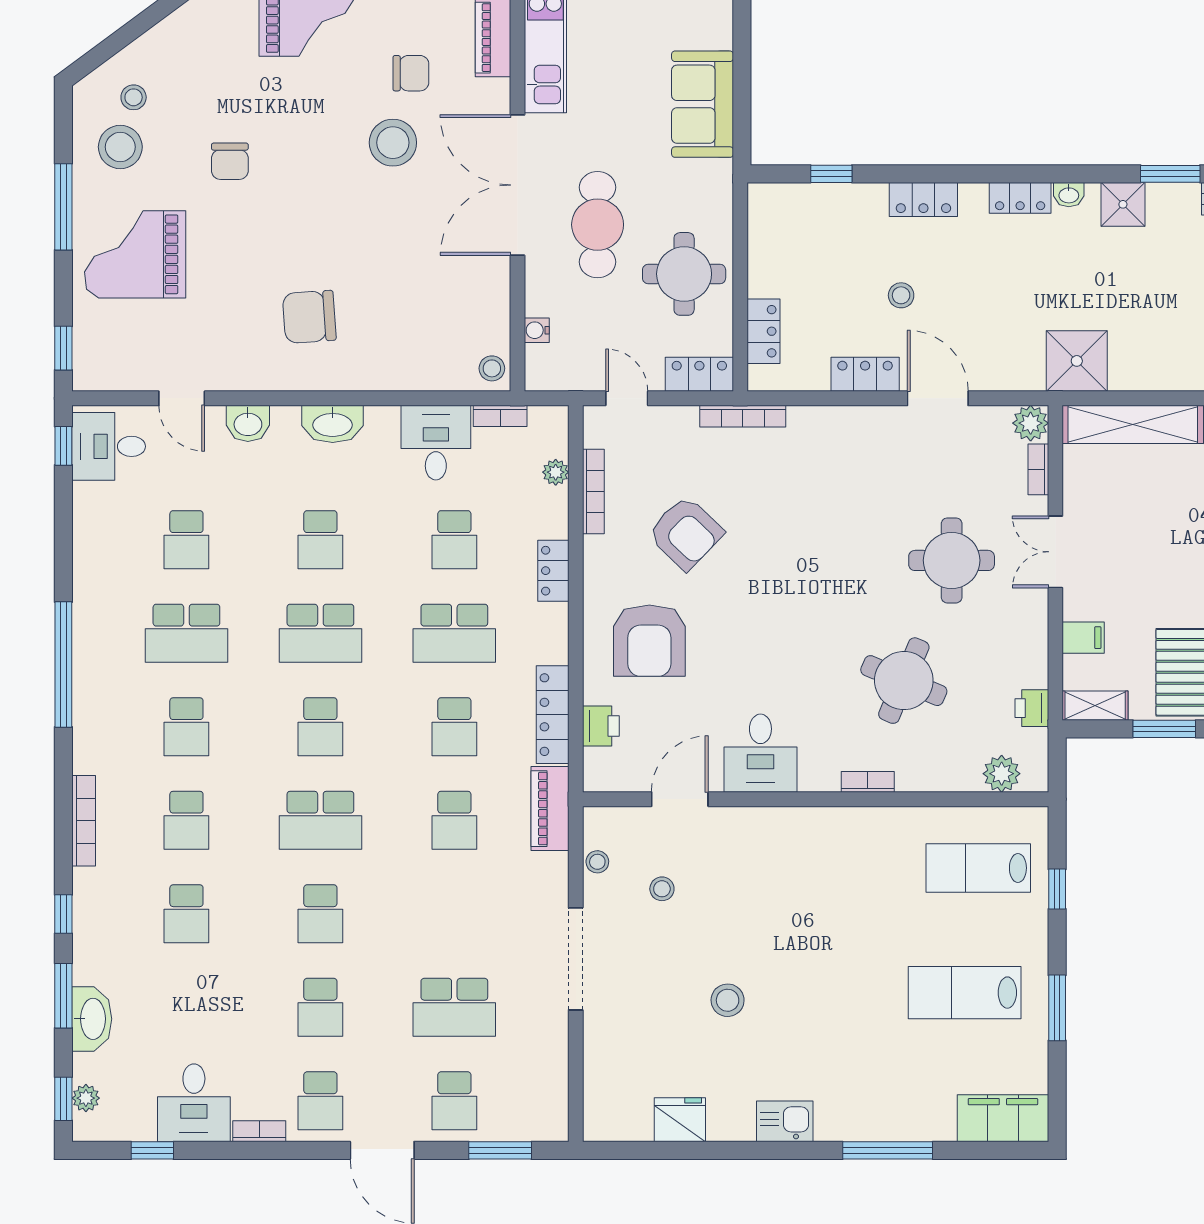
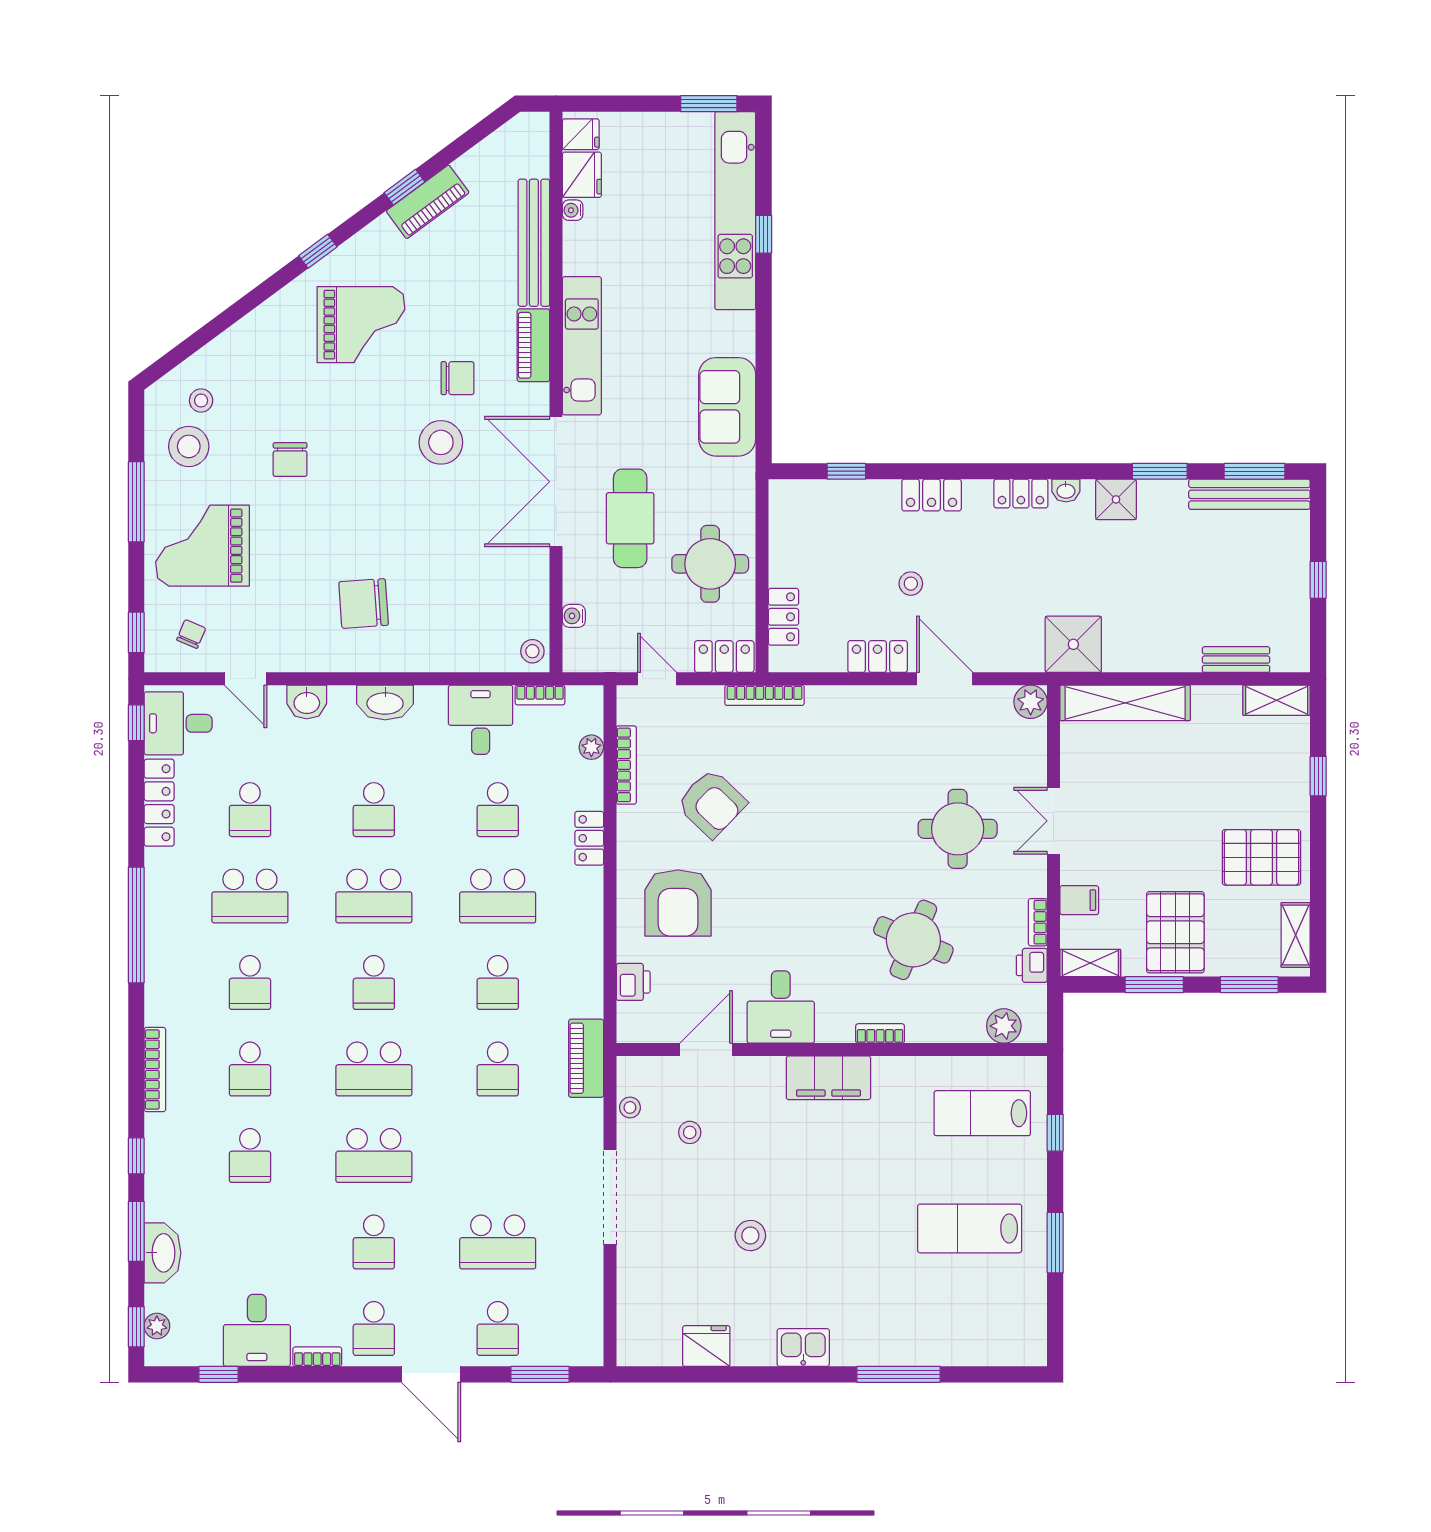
chair: (123, 350) -> (191, 634), added
bookcase: (1038, 469) -> (1038, 922), moved
locker: (553, 715) -> (159, 803), moved, turned 180
school desk: (320, 914) -> (374, 1156), width x1.85
filing cabinet: (1003, 1118) -> (828, 1078), moved, turned 180

